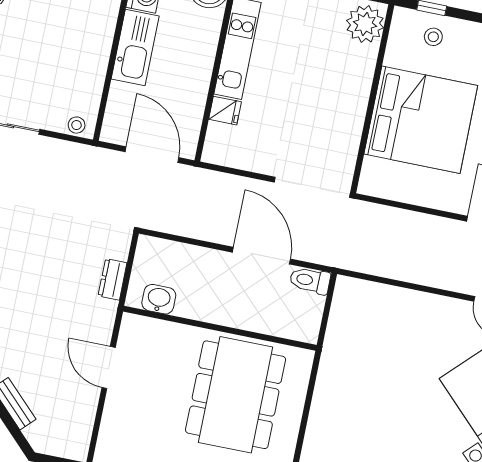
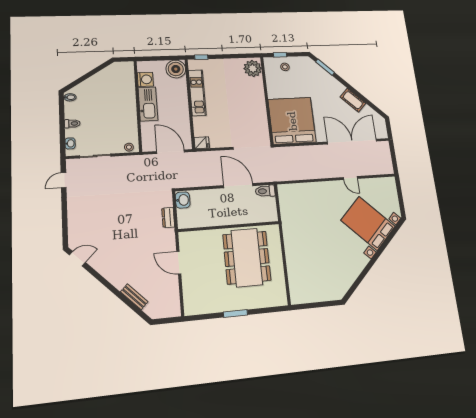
fridge: (225, 111) -> (202, 143), moved
bed: (421, 120) -> (292, 121), moved, turned -90
washbasin: (159, 299) -> (183, 200), moved, turned 90

